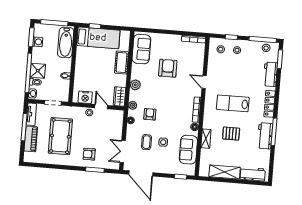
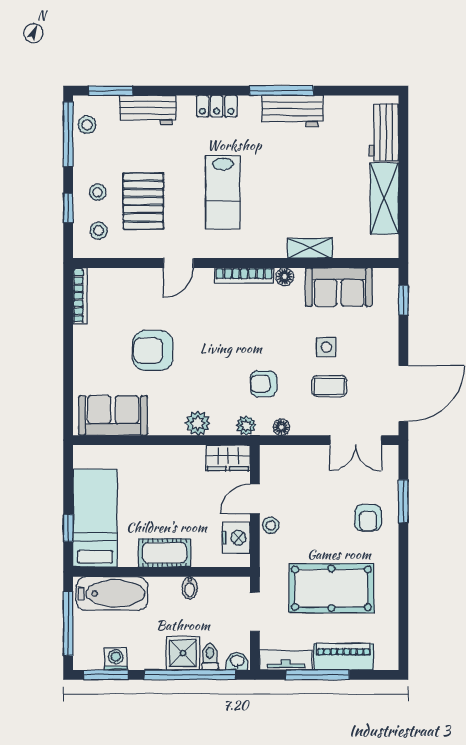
cot: (122, 63) -> (165, 553), moved
locker: (270, 104) -> (217, 106), width x0.66
pallet: (231, 134) -> (143, 201), moved, width x1.50, depth x1.42

